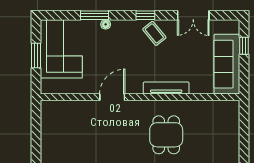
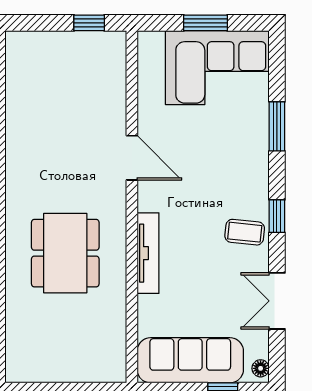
floor lamp: (106, 24) -> (261, 368), moved
coffee table: (154, 33) -> (245, 232), turned 45
window: (36, 121) -> (89, 23), added
dining table: (166, 135) -> (65, 253), width x1.38

